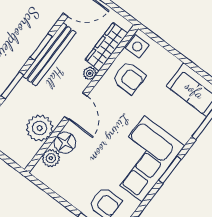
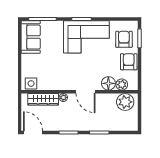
bench: (49, 54) -> (69, 126), removed
armchair: (129, 78) -> (129, 62), moved
door: (76, 106) -> (86, 92), swing flipped
plant: (40, 128) -> (125, 102), moved

